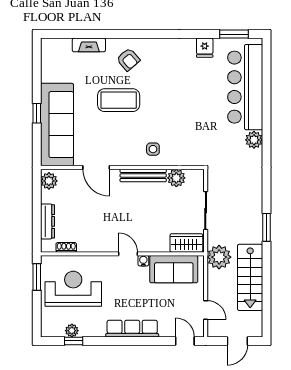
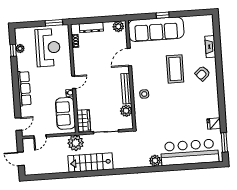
window: (267, 227) -> (98, 173), removed
stairs: (250, 277) -> (91, 163), moved

